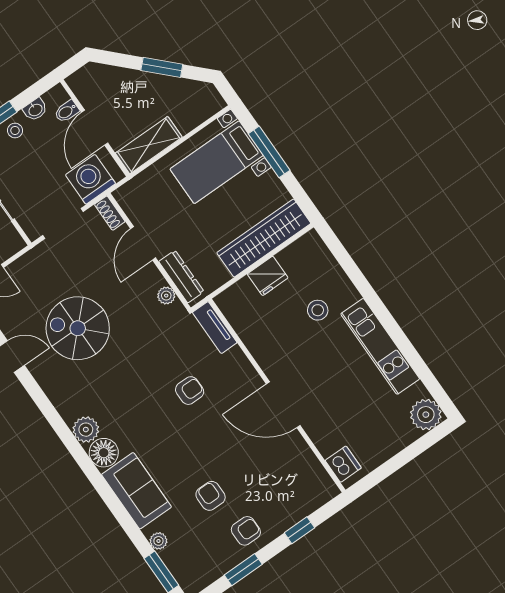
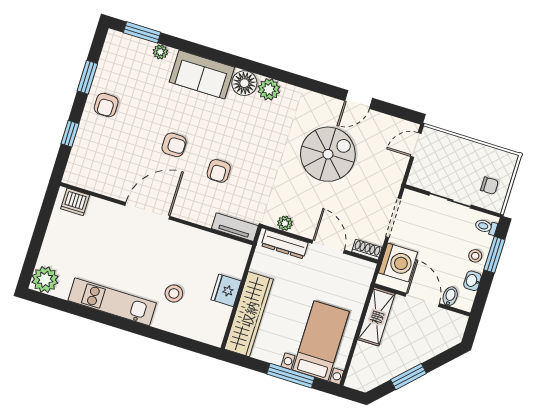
armchair: (211, 496) -> (174, 145), moved

